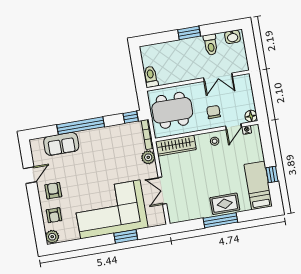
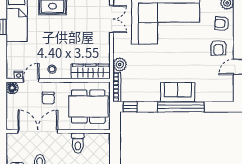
toilet: (151, 77) -> (78, 143), moved
double door: (218, 77) -> (38, 131), width x1.37
sofa: (61, 144) -> (178, 92), moved
double door: (162, 191) -> (112, 19), moved
armchair: (54, 215) -> (222, 24), turned -86

